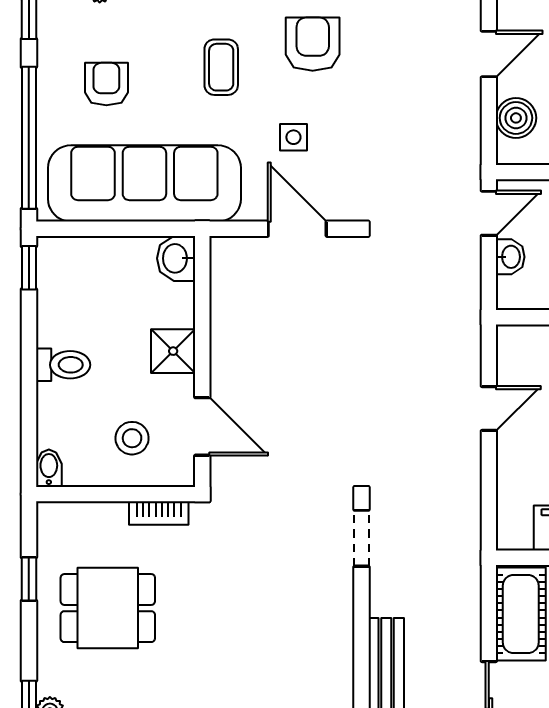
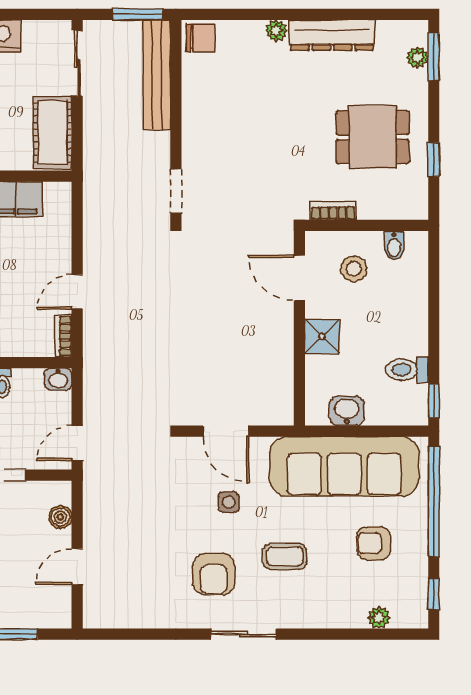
coffee table: (221, 67) -> (285, 556), turned 90
armchair: (106, 84) -> (374, 543), turned 90
boiler: (516, 118) -> (60, 517), width x0.73, depth x0.73
washbasin: (510, 257) -> (58, 379), moved, turned -90
washbasin: (176, 258) -> (347, 411), moved, turned -90
bookcase: (507, 351) -> (63, 336), added
toilet: (63, 365) -> (407, 370), moved
bidet: (49, 468) -> (394, 246), moved

